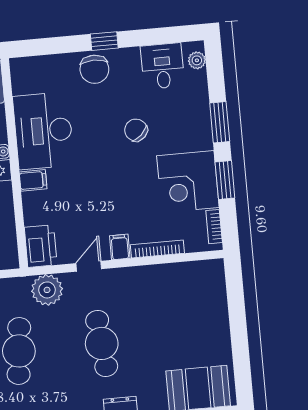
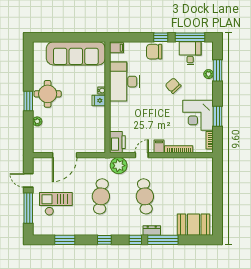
window: (160, 36) -> (190, 37), added
plant: (197, 60) -> (209, 74), moved
chair: (94, 69) -> (154, 52), turned 90
window: (220, 122) -> (218, 70), moved
filing cabinet: (33, 180) -> (117, 48), moved

